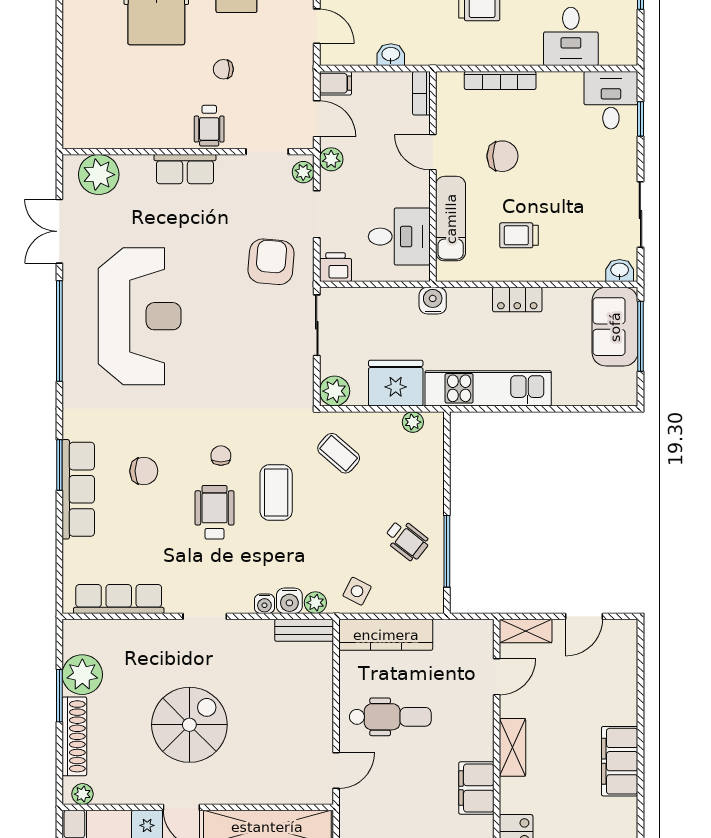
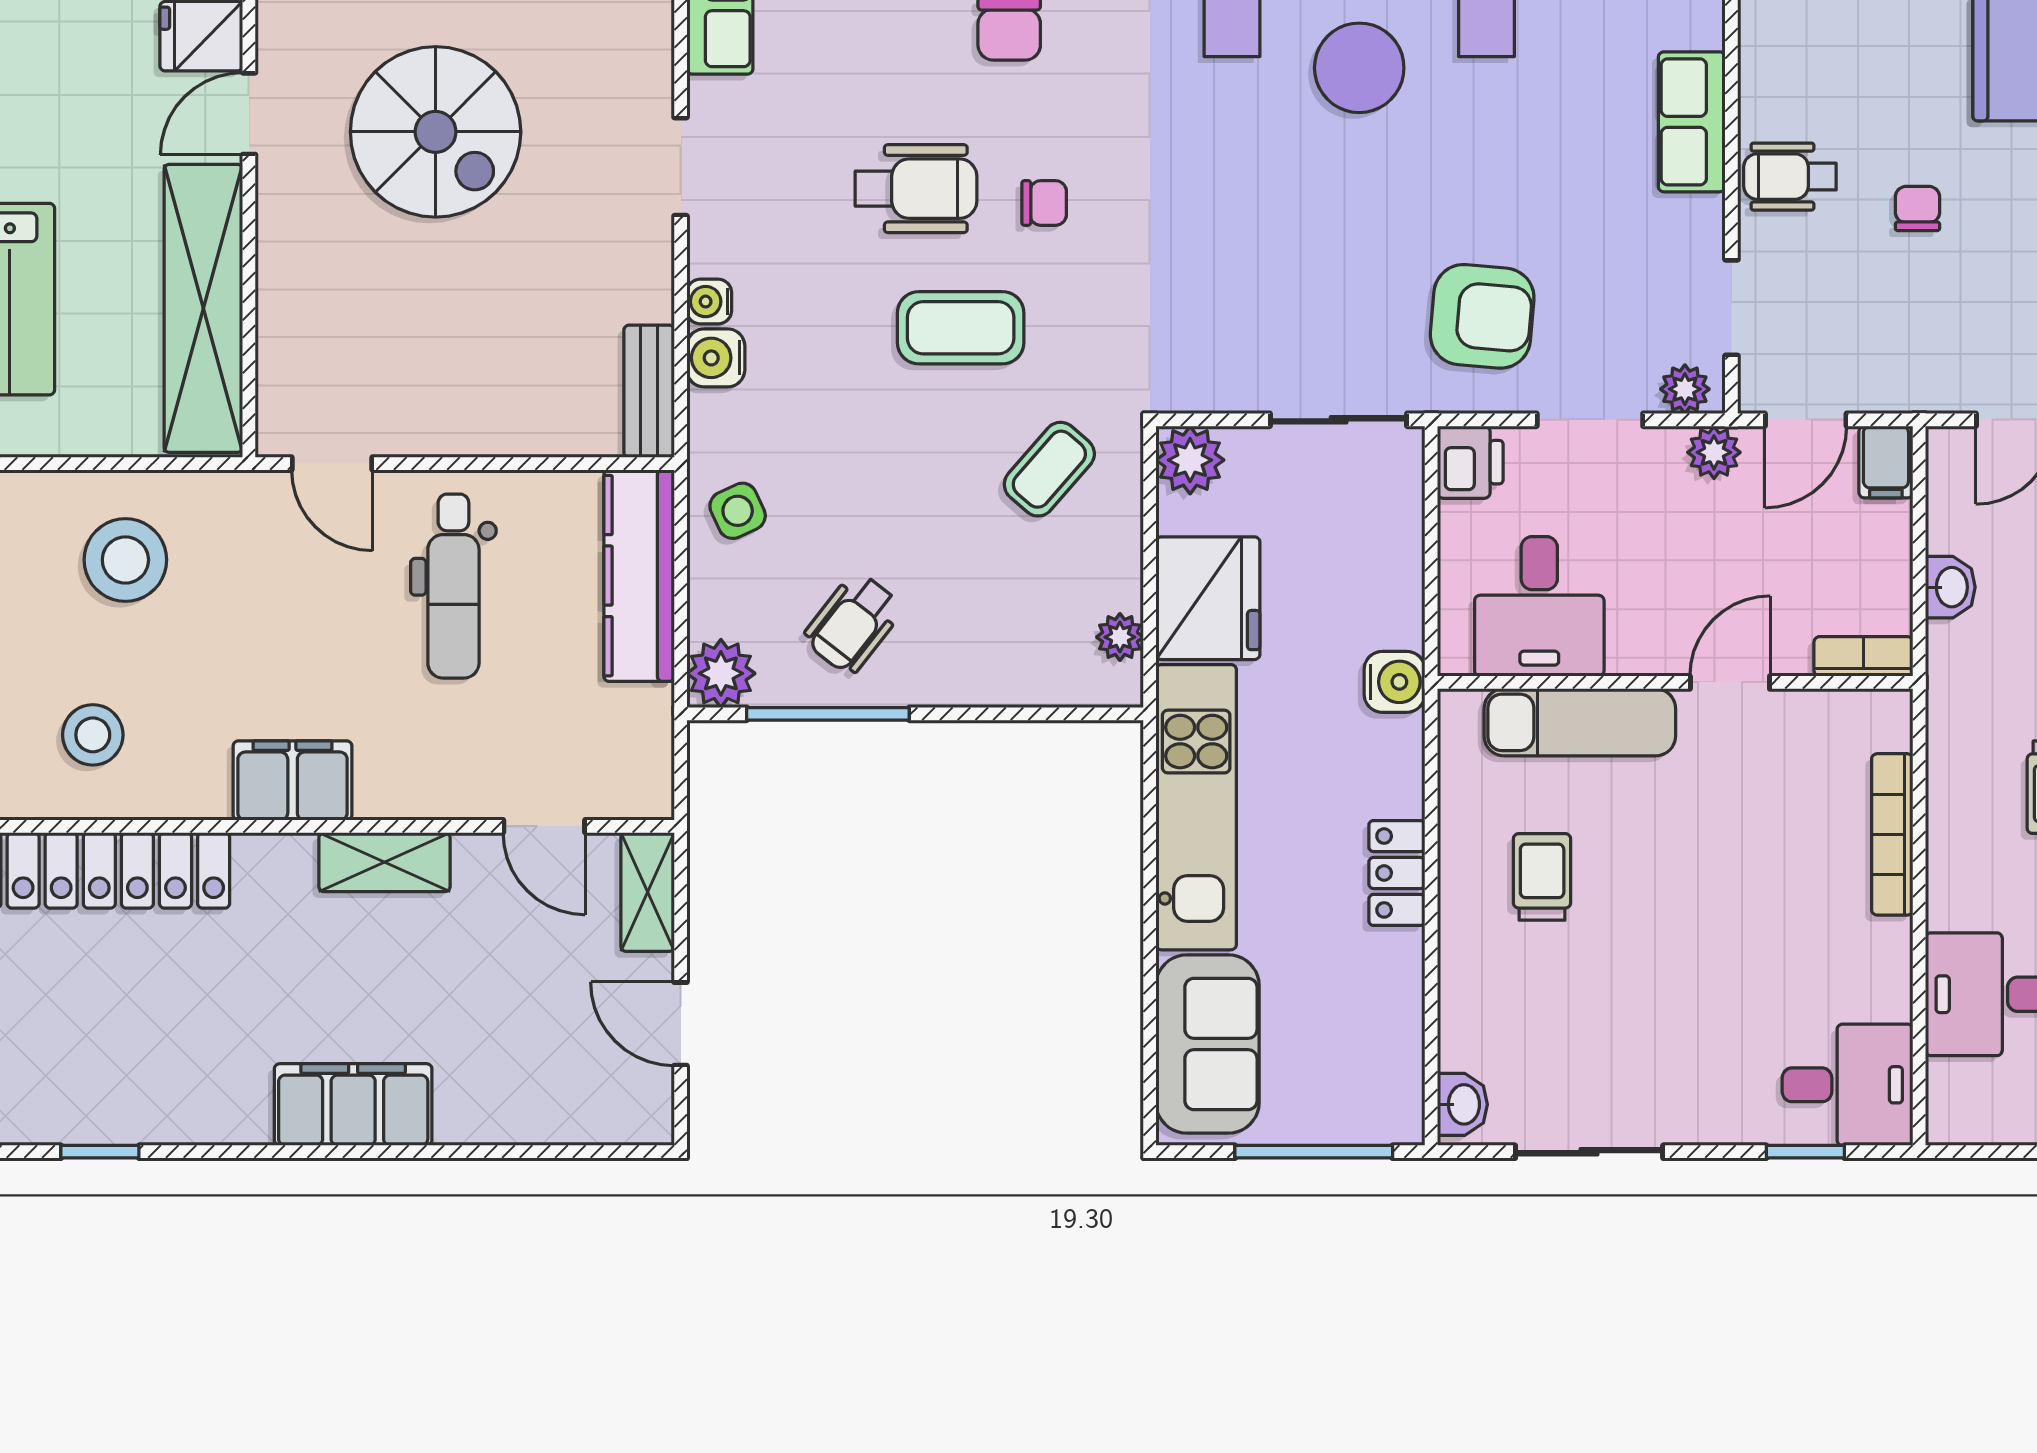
chair: (502, 156) -> (1721, 839), removed
sofa: (615, 327) -> (1208, 1044), moved, turned 90
side table: (357, 591) -> (738, 511), turned 38
plant: (315, 603) -> (721, 673), moved, width x1.38, depth x1.38

